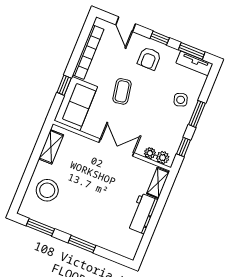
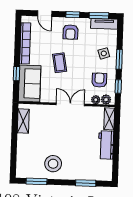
armchair: (163, 131) -> (99, 80), added
stool: (47, 190) -> (53, 164), moved
window: (82, 244) -> (86, 183), moved

